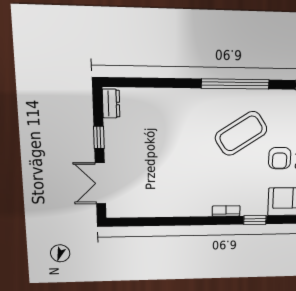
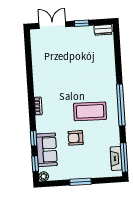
coffee table: (241, 133) -> (90, 111), turned -56
window: (255, 220) -> (34, 138), moved

